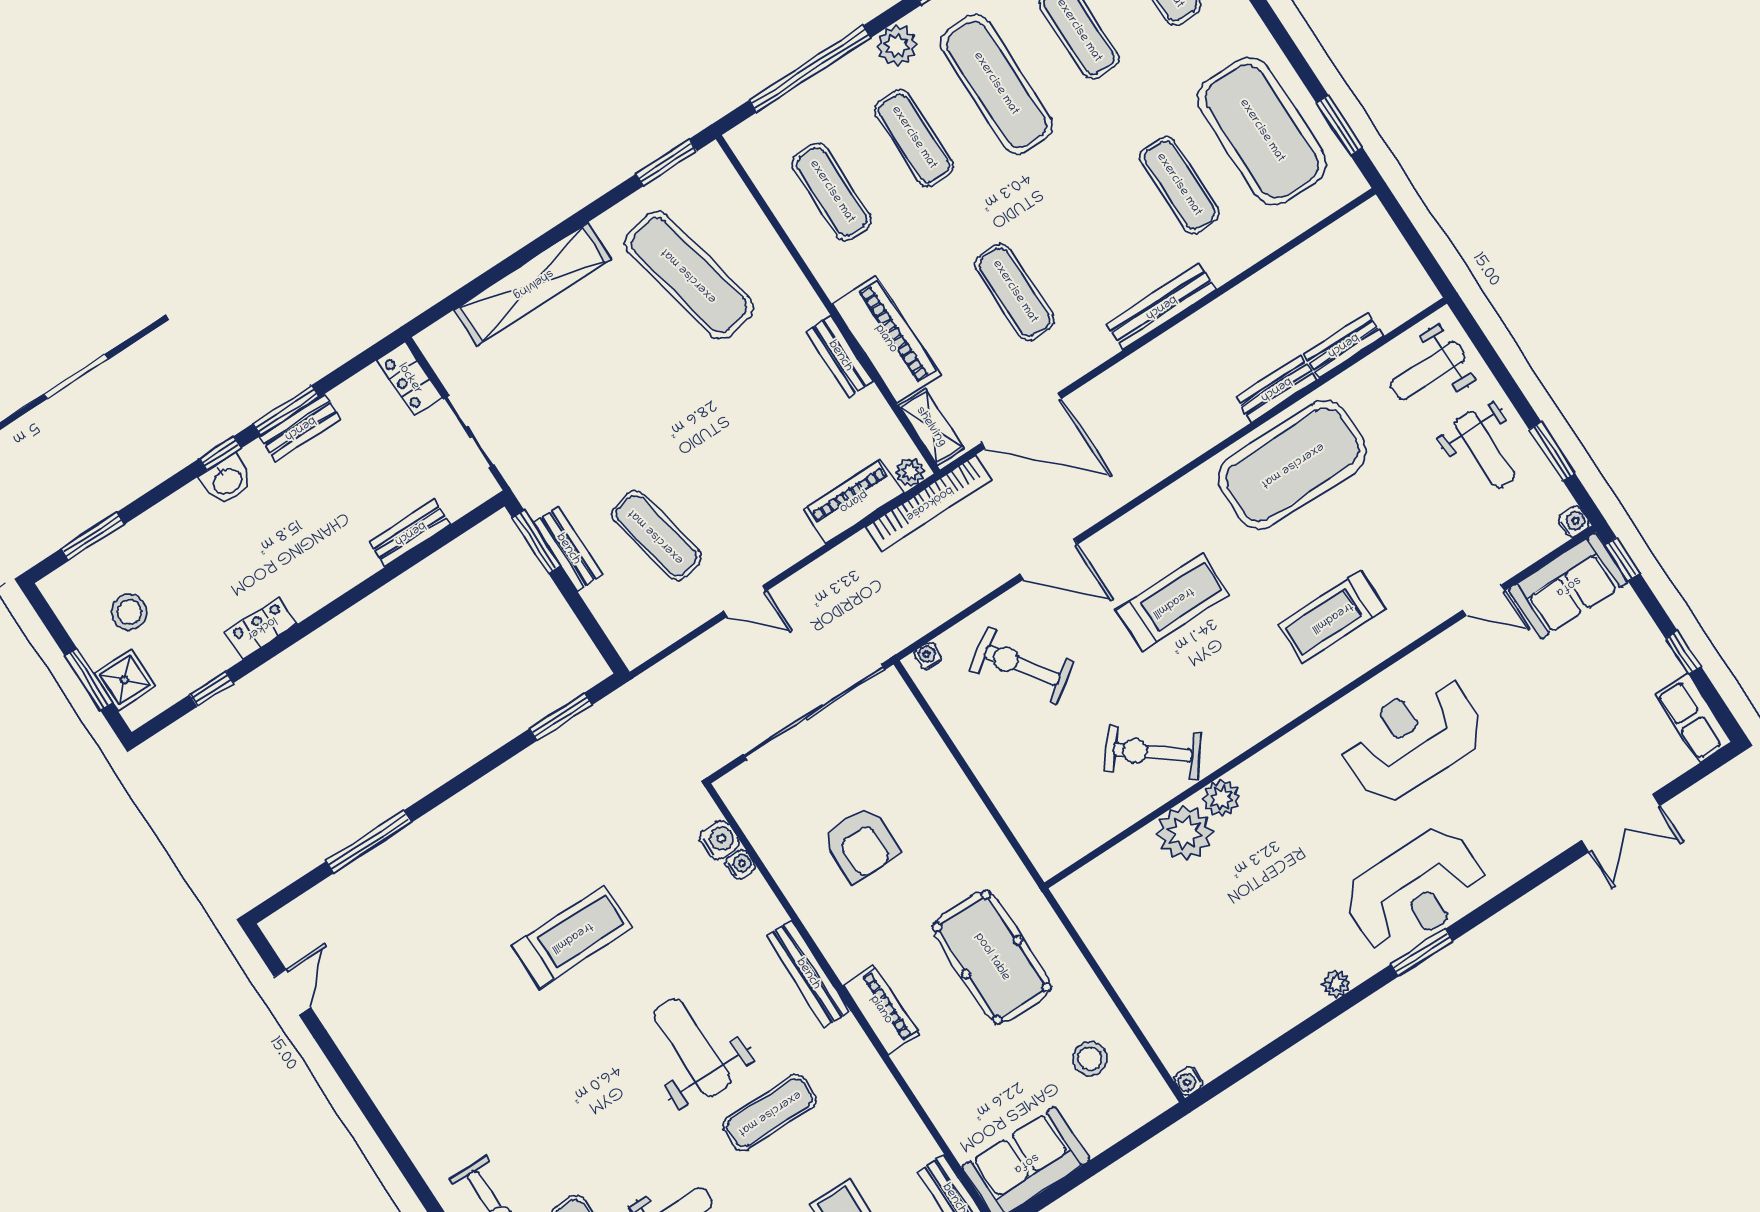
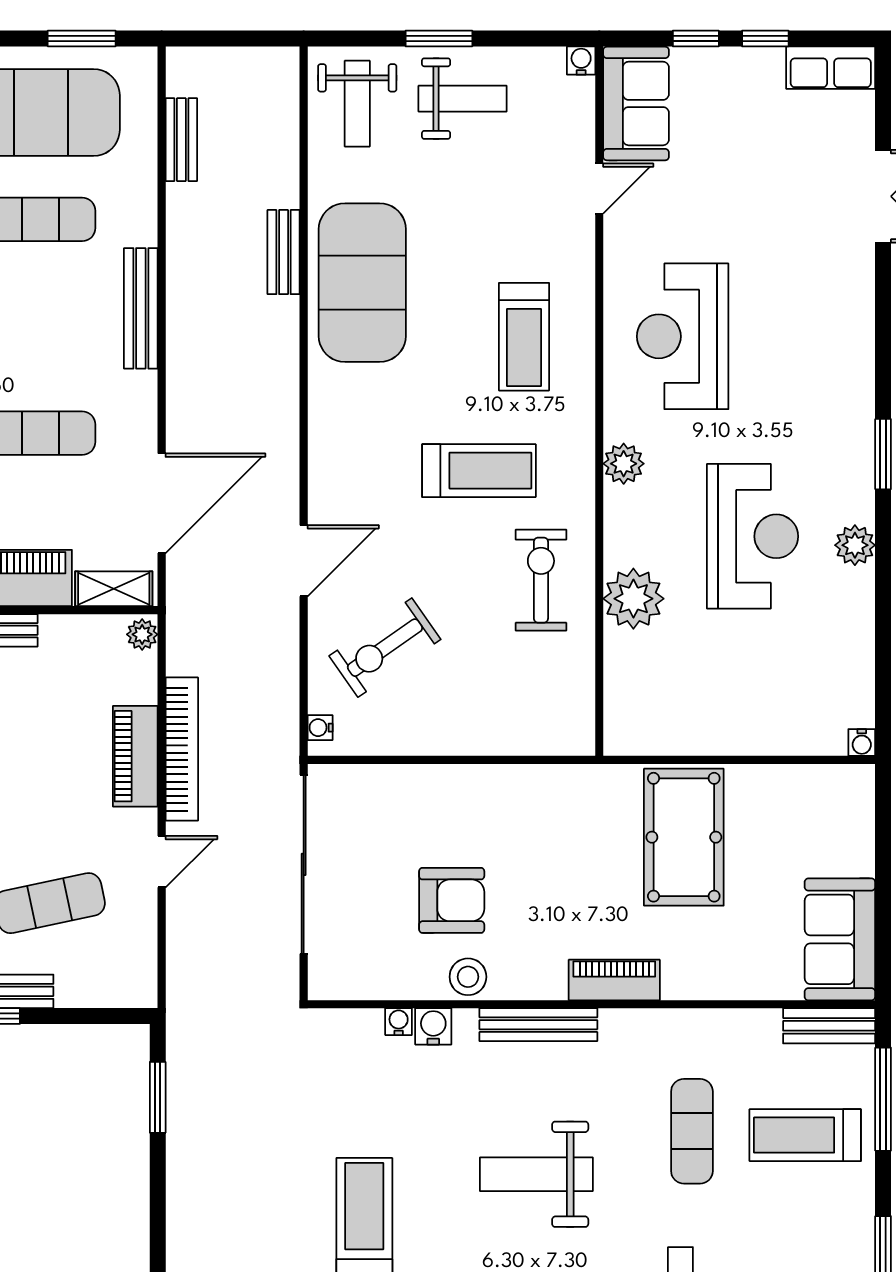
bench: (1343, 345) -> (181, 140), moved
window: (1552, 451) -> (439, 38), moved
piano: (853, 501) -> (135, 756), moved
bookcase: (929, 503) -> (182, 749), moved
window: (1622, 559) -> (696, 38), moved
treadmill: (1173, 602) -> (479, 471), moved, turned 90
exercise bike: (1153, 752) -> (541, 580), turned 142
plant: (1221, 798) -> (624, 464), moved
water cooler: (719, 840) -> (433, 1026), moved
reception desk: (1416, 891) -> (753, 536), moved
pool table: (992, 957) -> (684, 837), moved, turned 90
plant: (1336, 984) -> (855, 545), width x1.38, depth x1.38
stool: (1090, 1059) -> (468, 977), moved
exercise mat: (769, 1113) -> (692, 1131), moved

